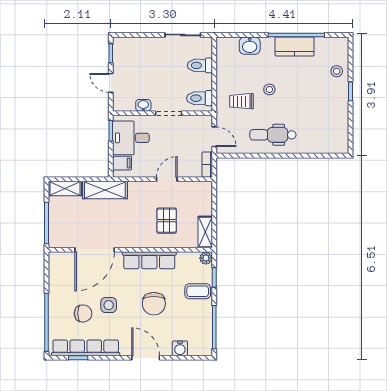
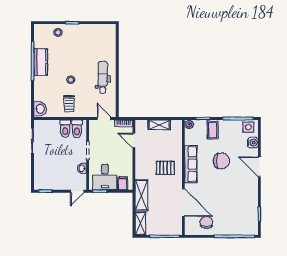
washbasin: (250, 46) -> (40, 109), moved
toilet: (200, 65) -> (65, 129), moved
door: (111, 83) -> (77, 191), moved
trolley: (242, 101) -> (69, 104), moved
dental chair: (273, 135) -> (103, 77), turned 180
door: (214, 137) -> (104, 118), hinge flipped
door: (167, 179) -> (134, 140), moved
pallet: (167, 221) -> (165, 168), moved
shelving: (205, 232) -> (159, 125), moved
side table: (109, 305) -> (248, 127), moved
chair: (83, 313) -> (206, 223), moved
row of seats: (86, 348) -> (252, 209), removed
door: (146, 358) -> (259, 167), hinge flipped

